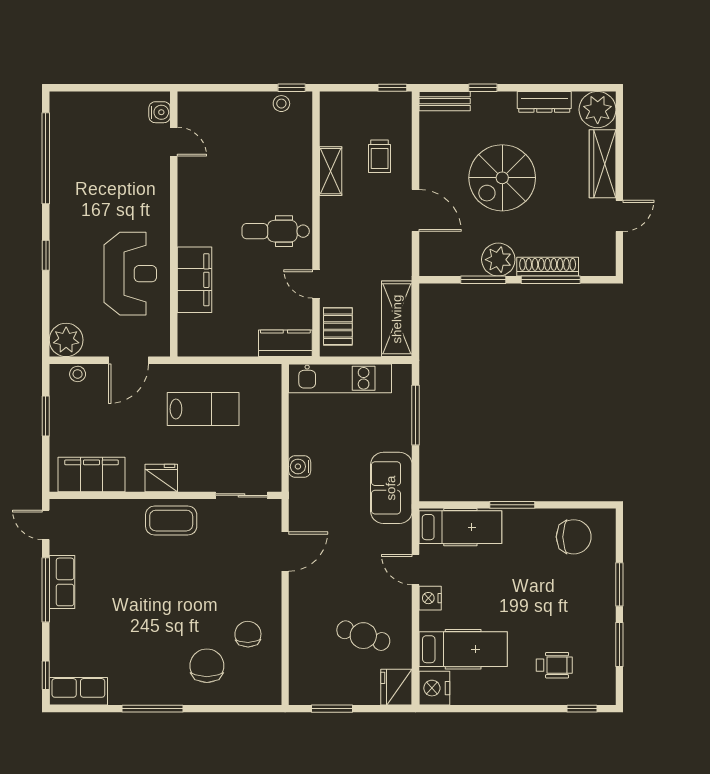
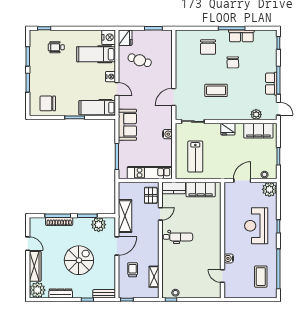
water cooler: (160, 112) -> (229, 258), moved
coffee table: (86, 140) -> (261, 277), added
shelving: (331, 171) -> (154, 277), moved
door: (415, 210) -> (117, 246), swing flipped
door: (619, 216) -> (28, 244), swing flipped
plant: (498, 260) -> (99, 225), moved
reception desk: (130, 274) -> (256, 226), moved
filing cabinet: (194, 280) -> (201, 190), moved, turned -90
door: (316, 284) -> (160, 214), hinge flipped
shelving: (397, 319) -> (125, 216), moved
lab bench: (203, 409) -> (195, 157), moved, turned -90
plant: (97, 511) -> (256, 114), added
coffee table: (171, 521) -> (216, 90), moved
chair: (248, 634) -> (233, 62), moved
row of seats: (78, 691) -> (241, 36), moved

